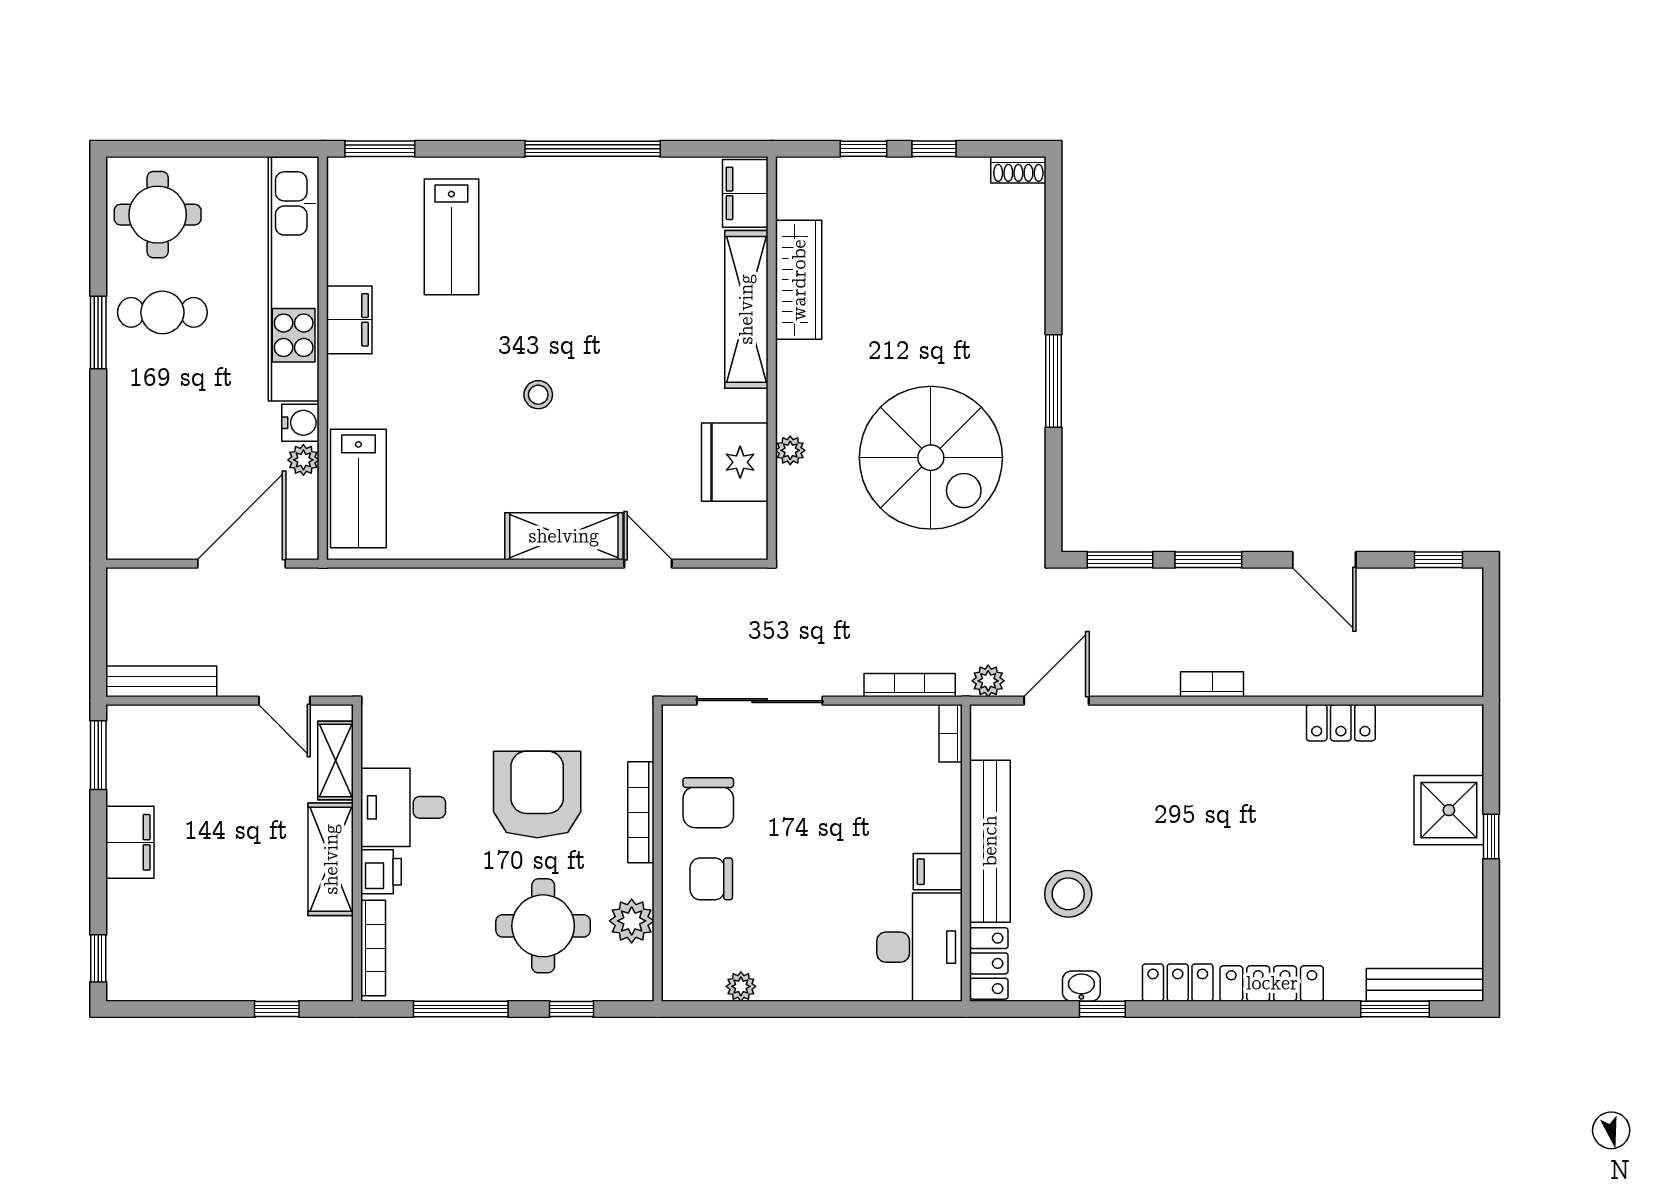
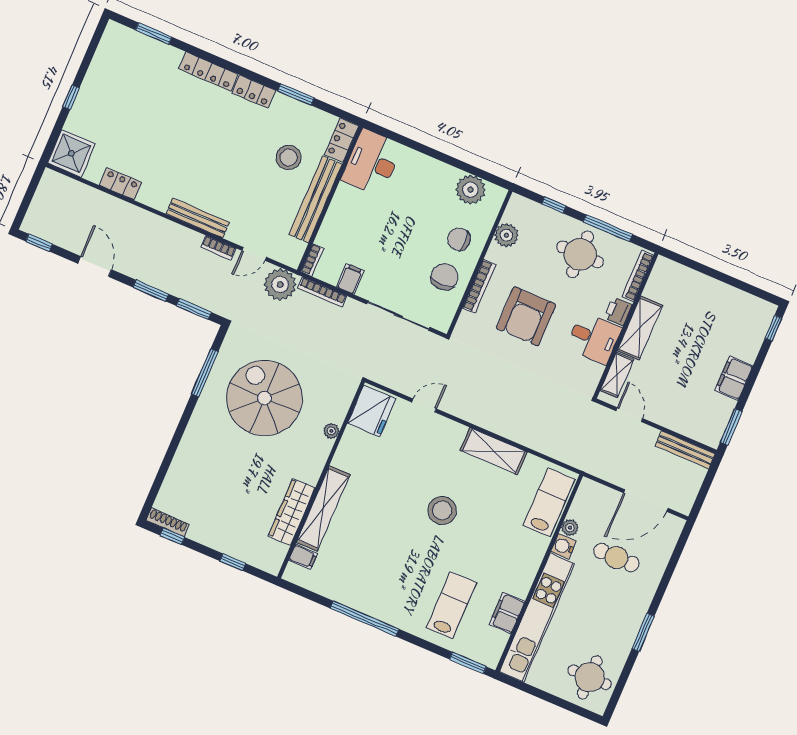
window: (934, 149) -> (172, 536), moved
shoe rack: (1018, 170) -> (168, 522), width x1.43
filing cabinet: (745, 193) -> (303, 557), width x0.50
cafe table: (162, 312) -> (616, 557), moved
filing cabinet: (349, 320) -> (507, 613), moved
window: (1053, 381) -> (205, 373), moved
stool: (538, 395) -> (442, 510), width x1.89, depth x1.89
fridge: (735, 462) -> (372, 411), moved
shelving: (564, 536) -> (494, 451), moved
door: (241, 564) -> (646, 500), moved
door: (648, 564) -> (424, 405), swing flipped
plant: (988, 681) -> (280, 284), width x1.87, depth x1.87
bookcase: (1212, 684) -> (218, 248), moved
door: (1056, 701) -> (254, 254), width x0.73
shower: (1449, 810) -> (71, 153), moved
filing cabinet: (938, 872) -> (350, 279), moved, turned -90
chair: (711, 879) -> (459, 239), turned 180
round table: (543, 926) -> (580, 254), moved
bench: (1425, 985) -> (198, 218), moved
plant: (741, 986) -> (471, 190), width x1.88, depth x1.88
washbasin: (1081, 986) -> (301, 110), removed
window: (277, 1009) -> (697, 266), removed
window: (1102, 1009) -> (296, 94), width x1.50

